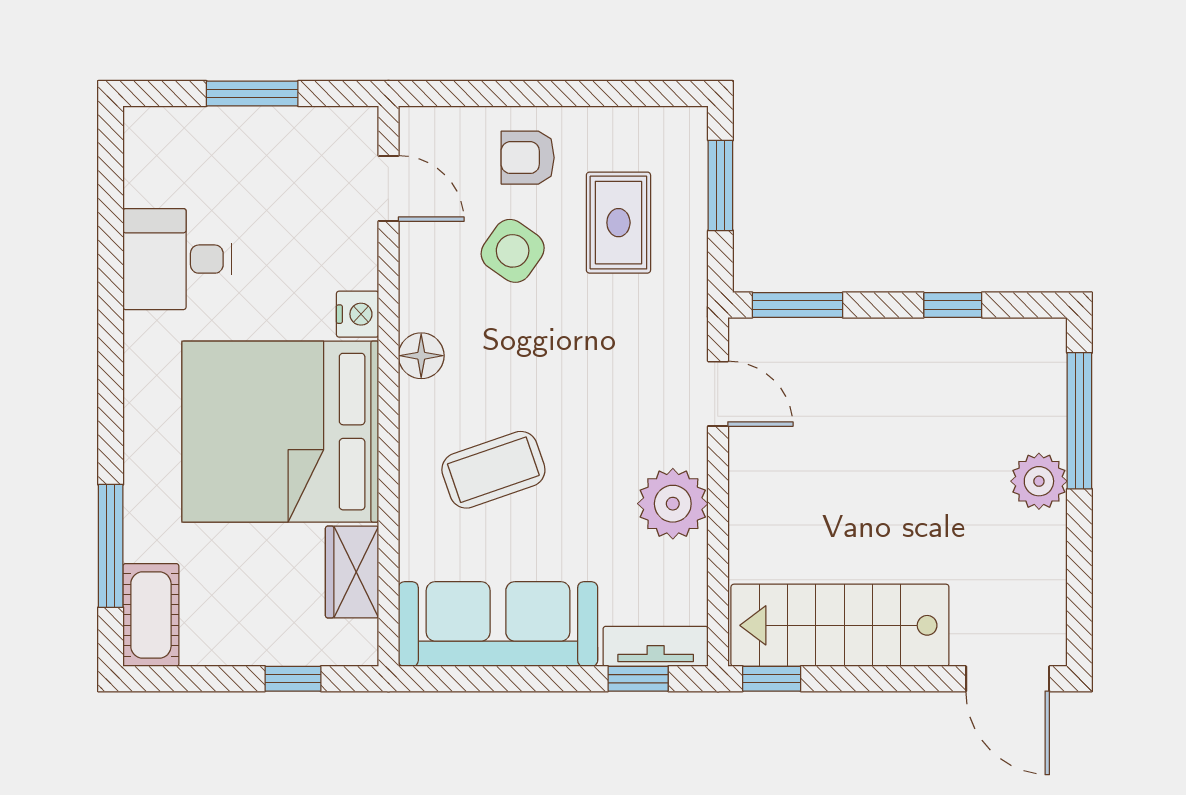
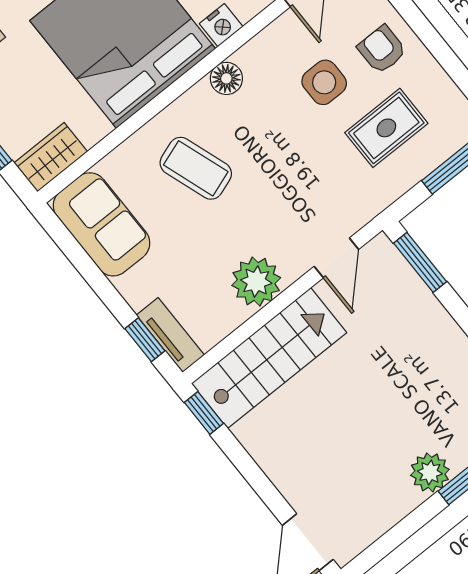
side table: (513, 251) -> (324, 82), turned -35
wardrobe: (352, 572) -> (51, 157), moved
sofa: (498, 624) -> (101, 224), width x0.73
stairs: (840, 625) -> (269, 358), moved, turned 90

